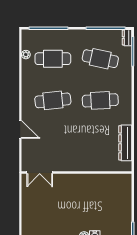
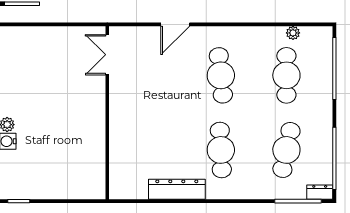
dresser: (125, 143) -> (177, 189), moved

